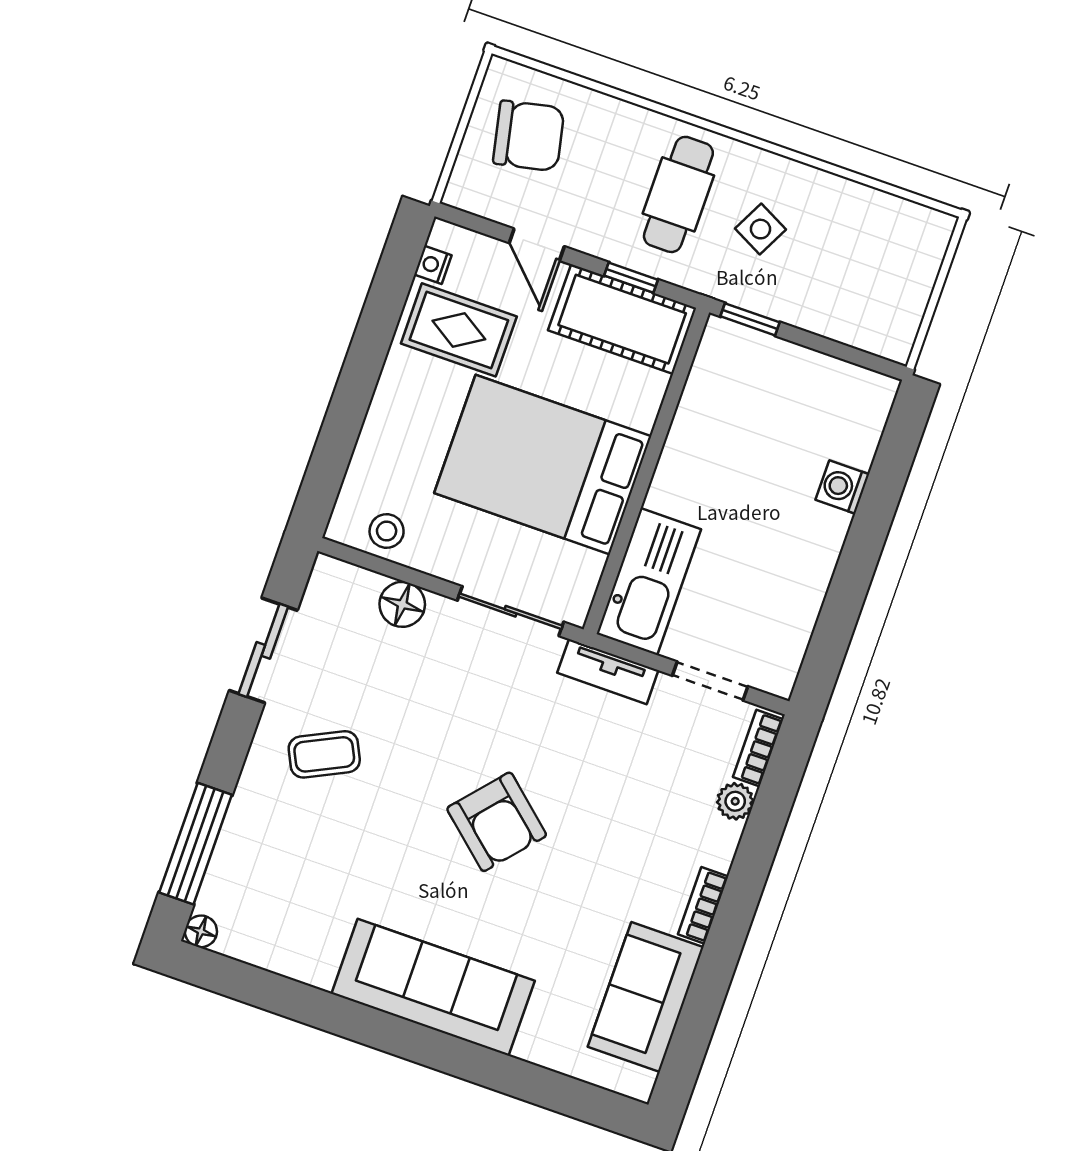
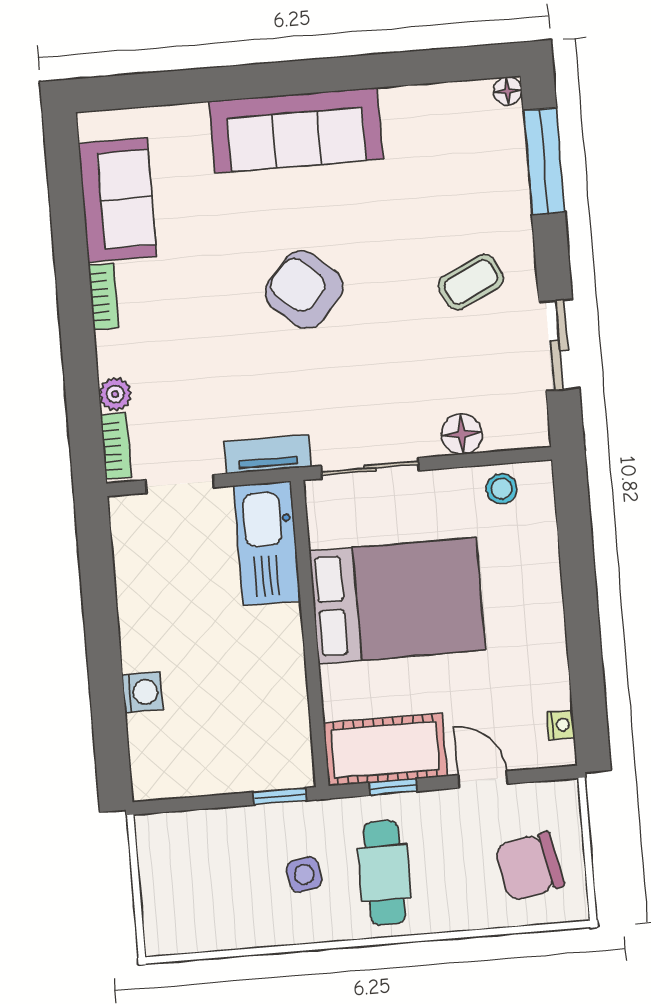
side table: (761, 229) -> (304, 874), turned -36
rug: (459, 330) -> (516, 681), removed

